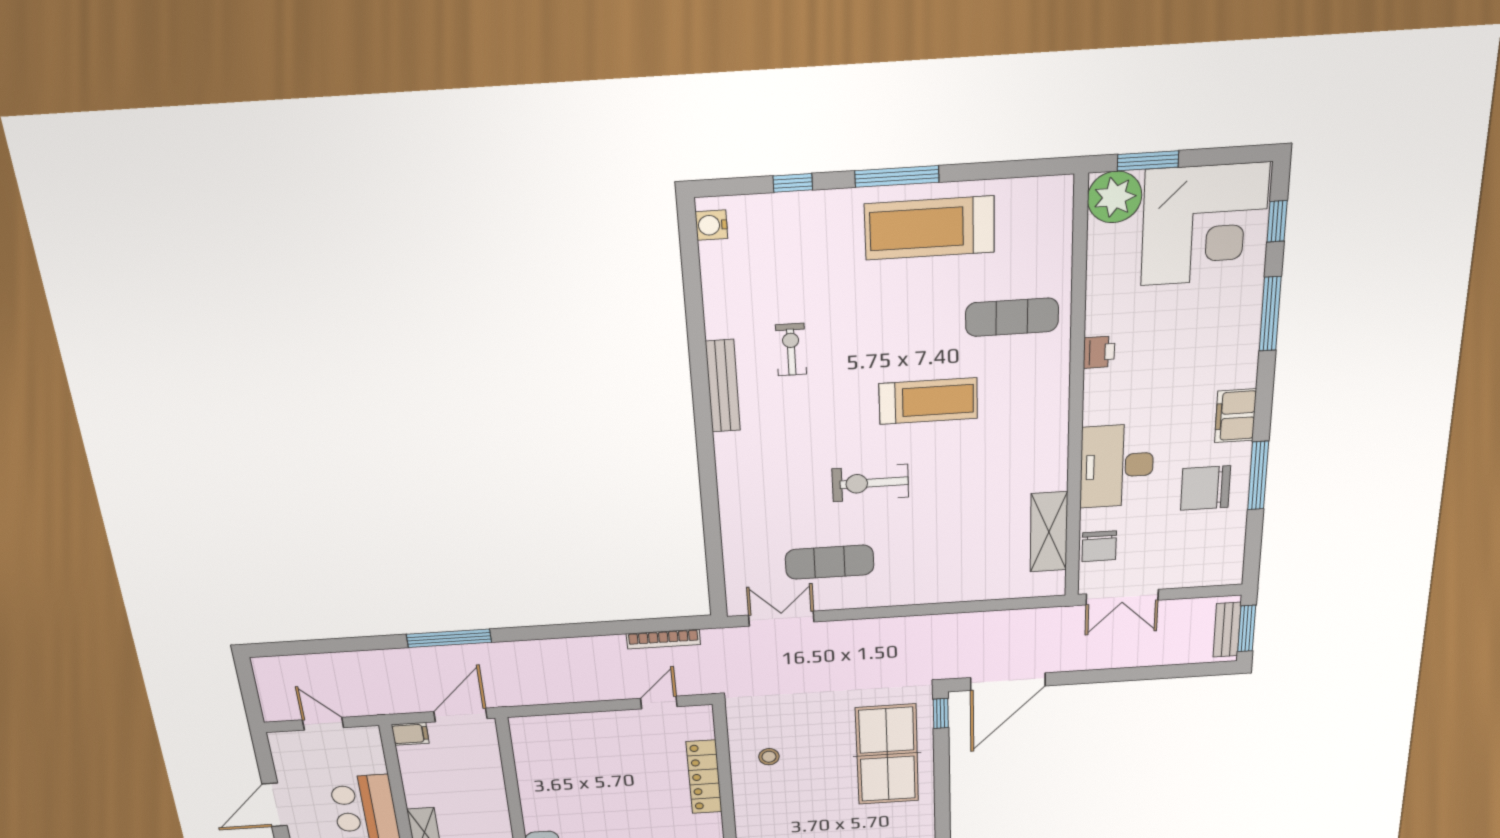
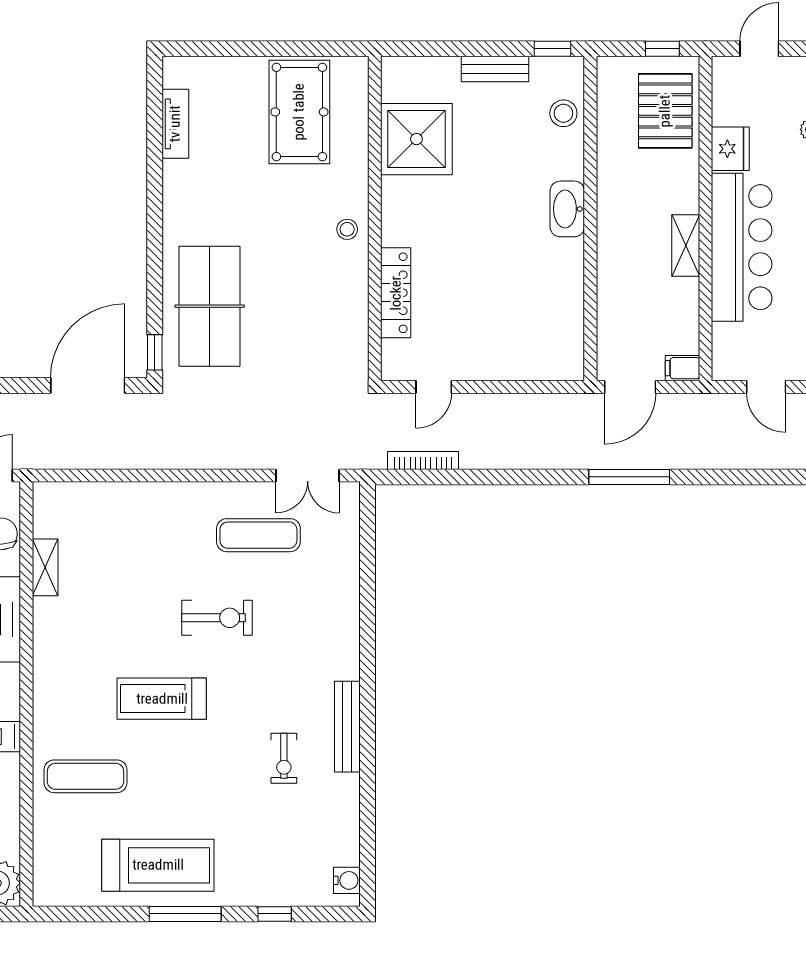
shelving: (1049, 532) -> (45, 567), width x0.67, depth x0.75
stool: (769, 757) -> (347, 229), moved

